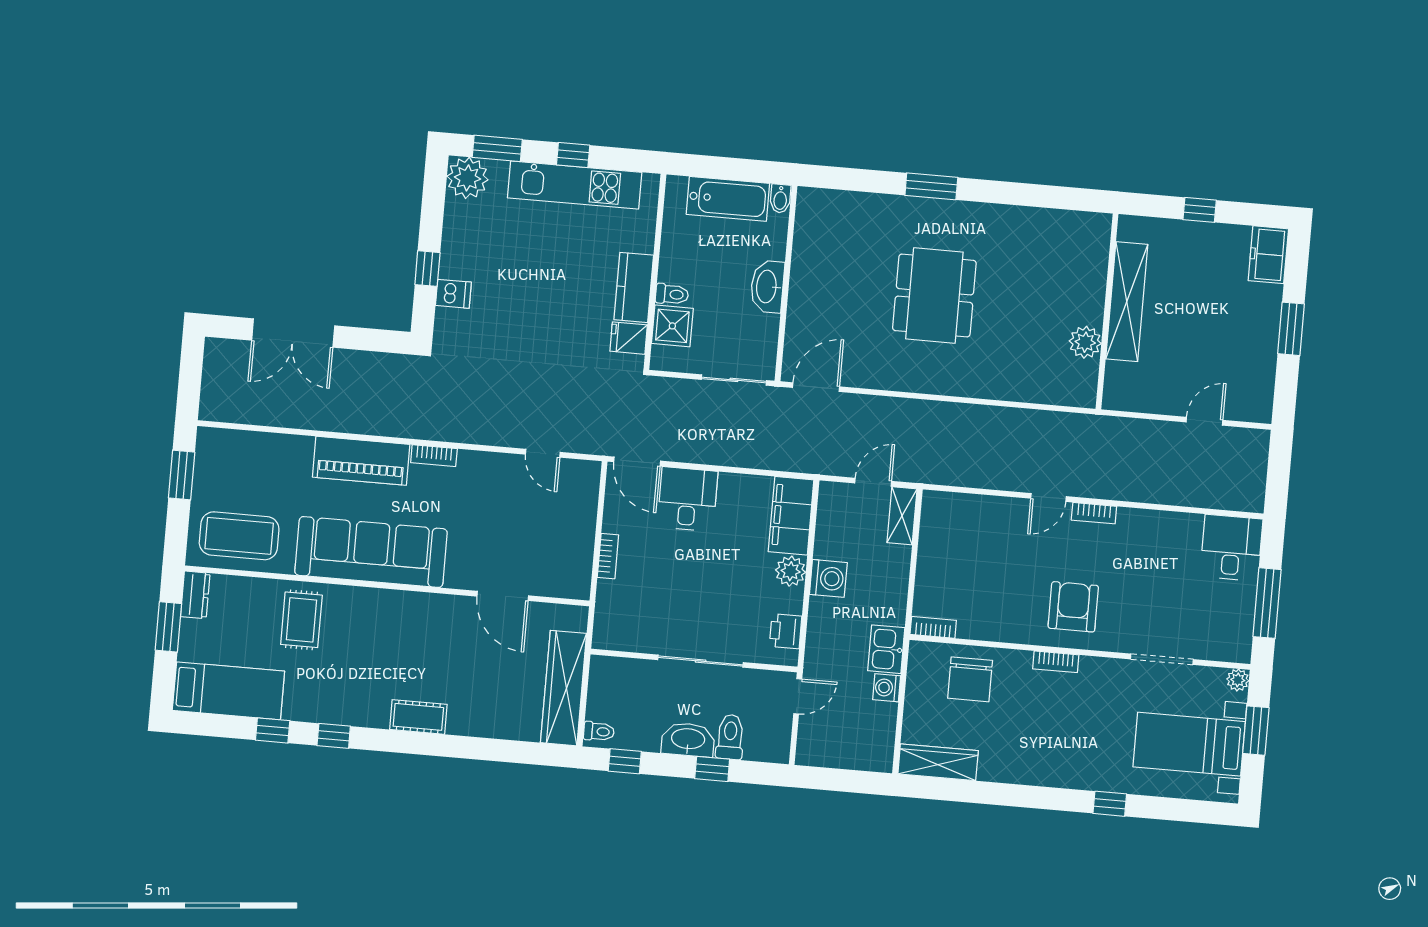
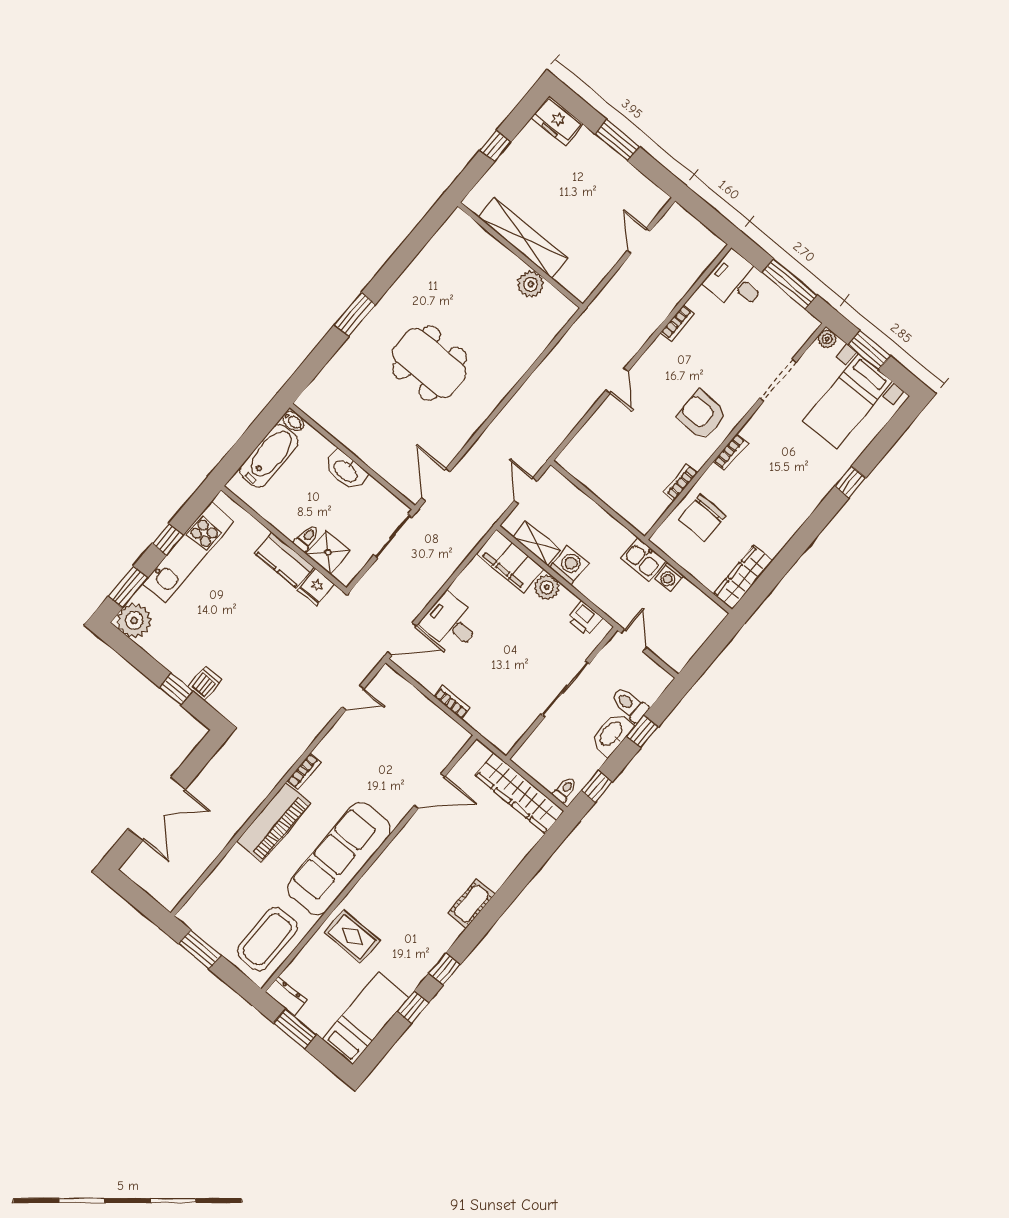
bookcase: (1094, 513) -> (678, 323), moved
shelving: (902, 516) -> (537, 543), moved
bookcase: (933, 627) -> (681, 482), moved
chair: (970, 679) -> (702, 517), turned 90

